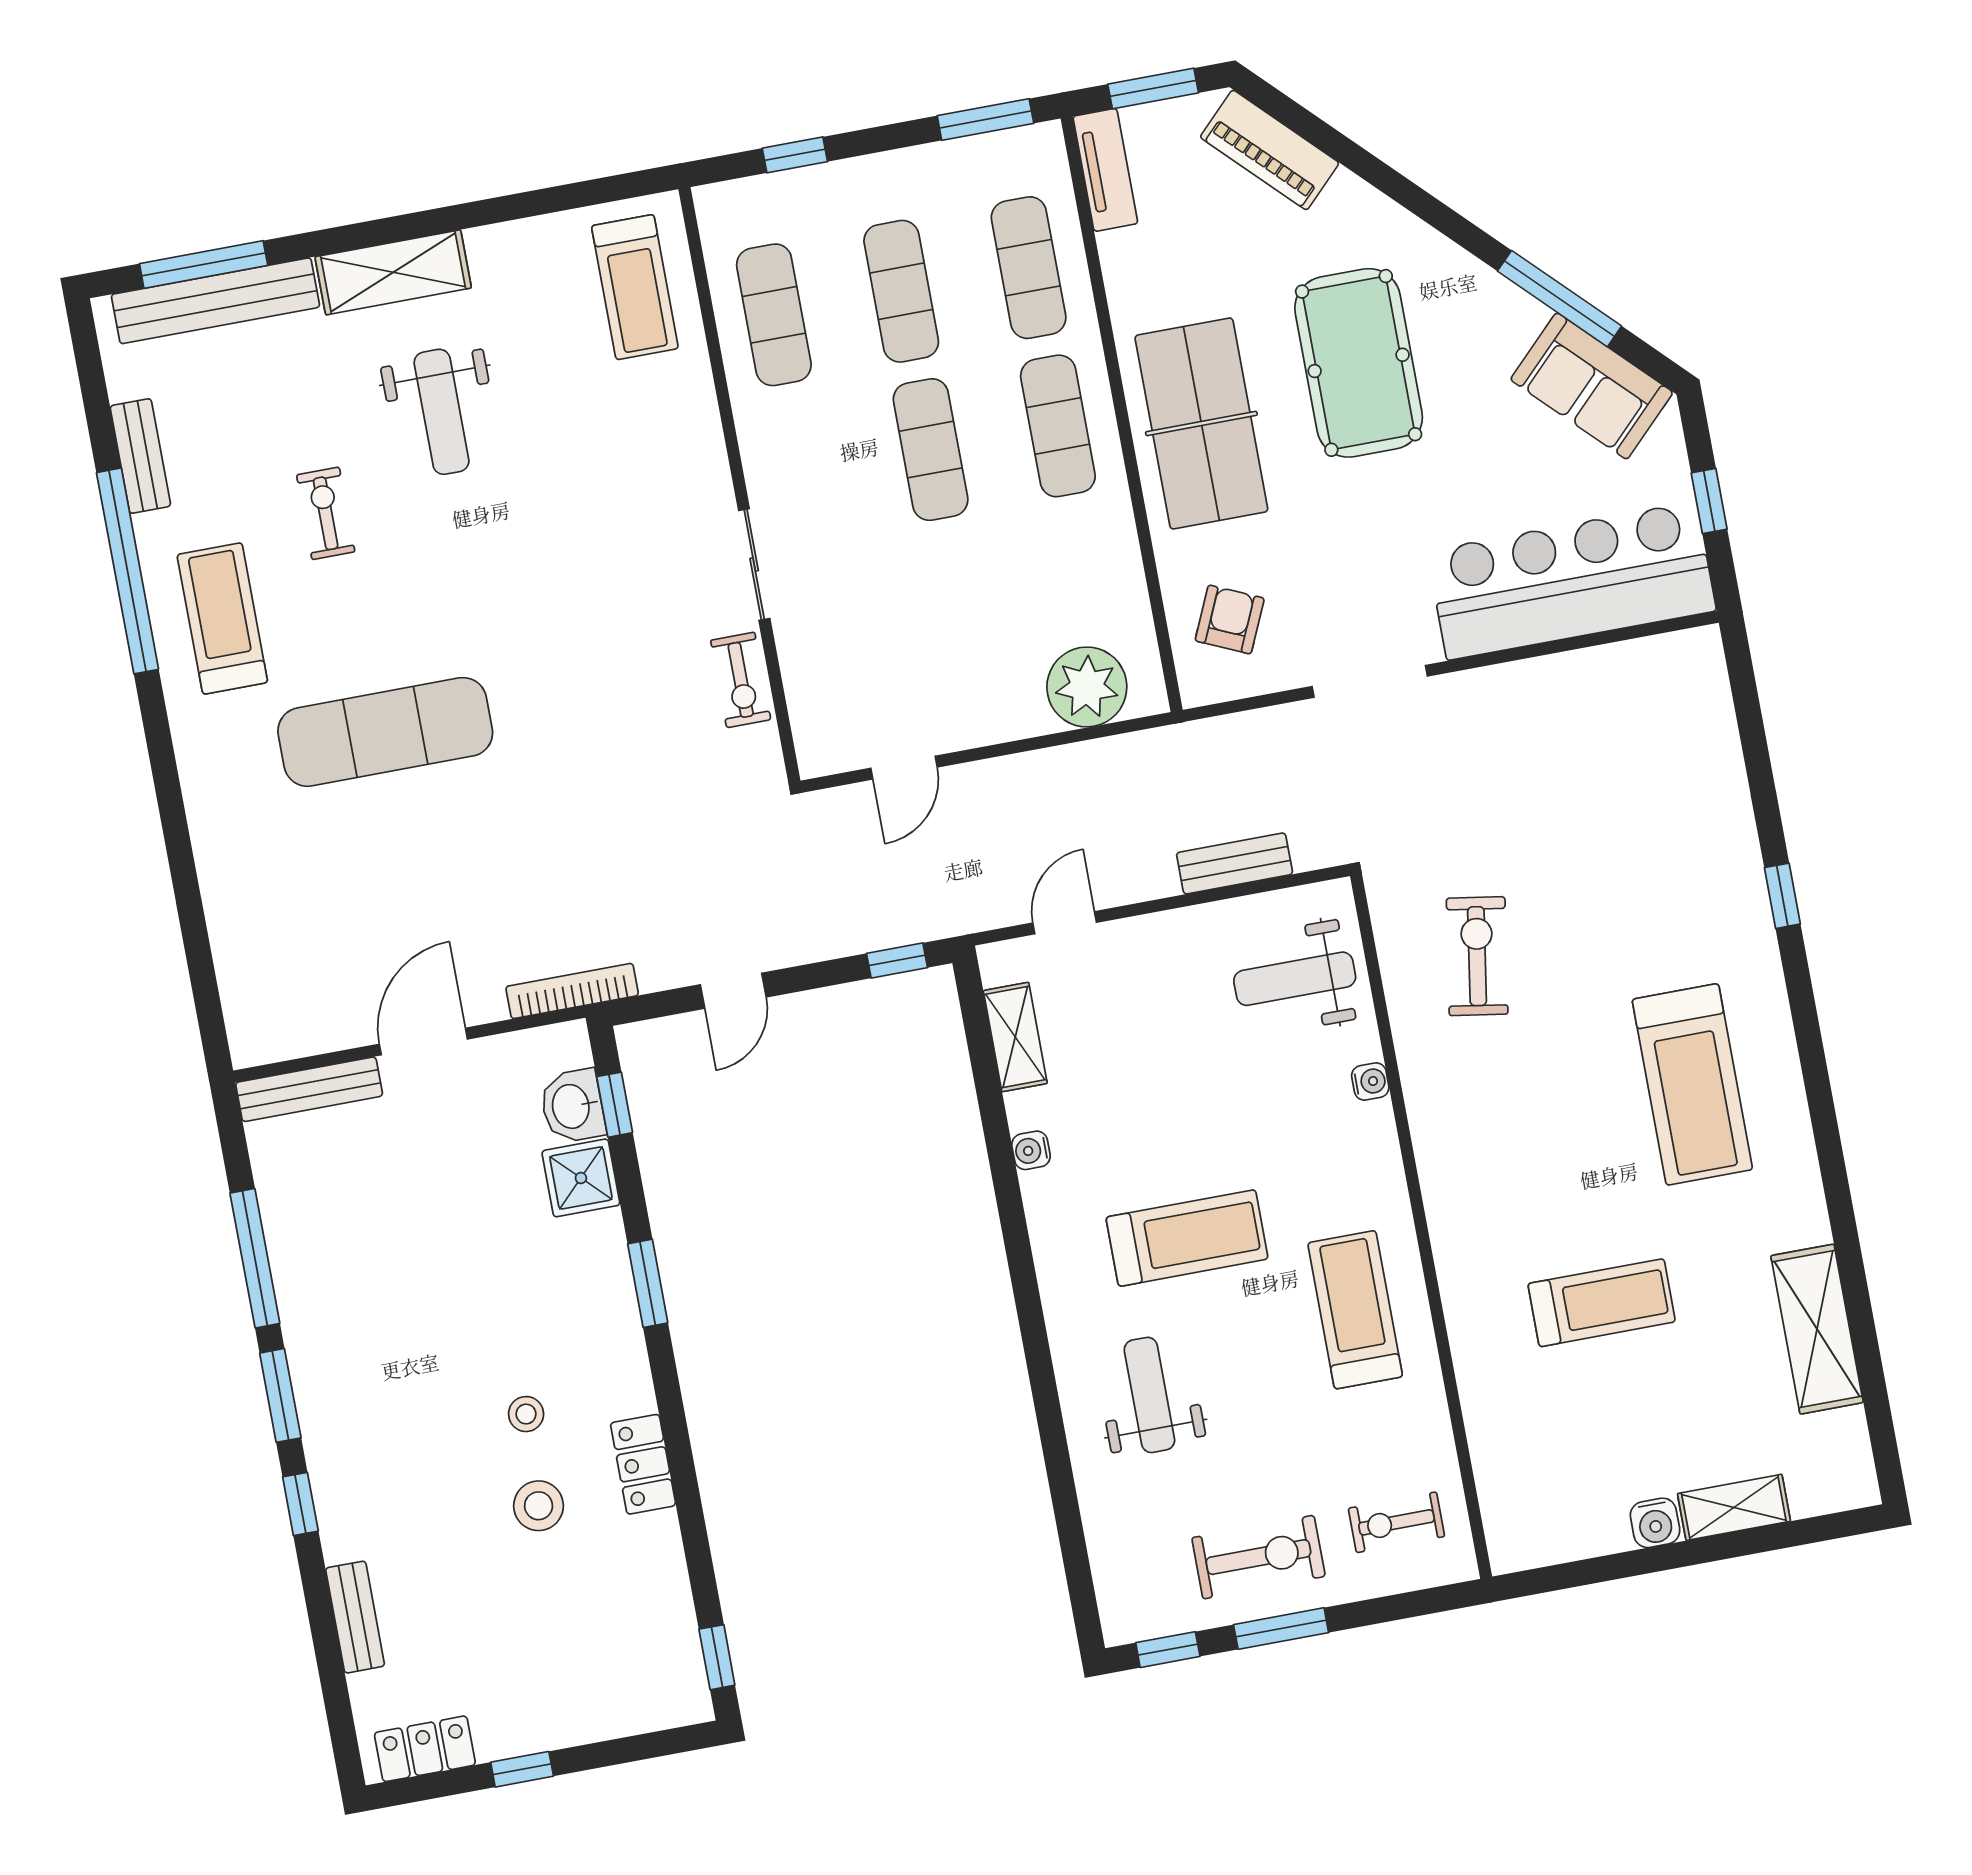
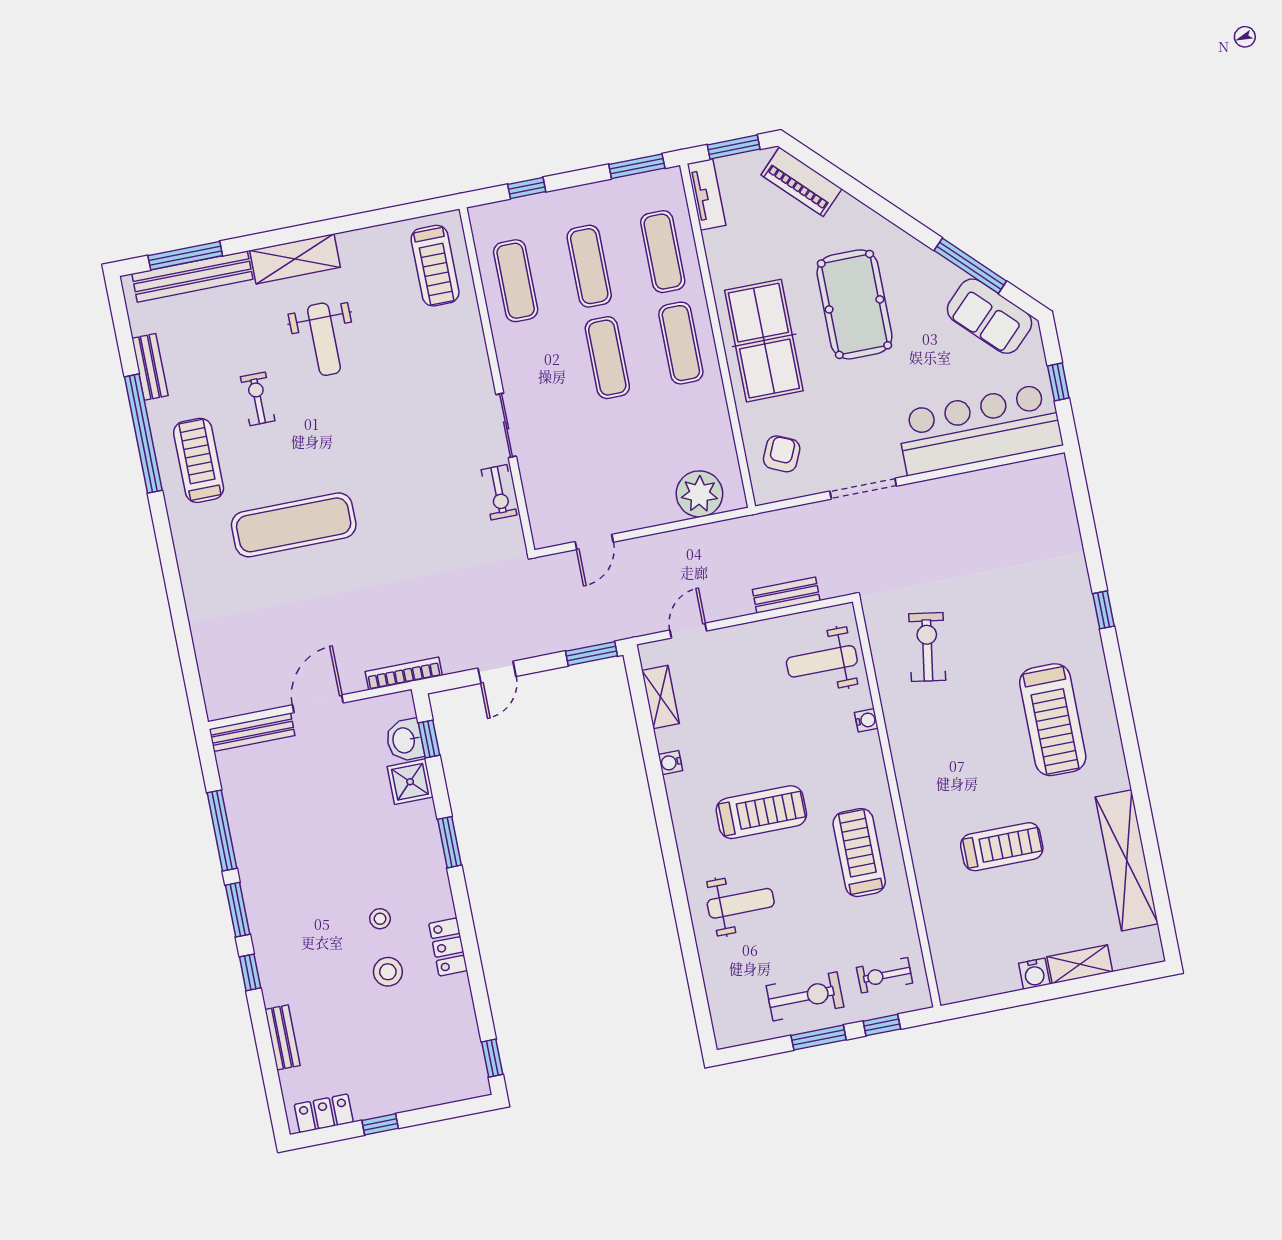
window: (897, 960) -> (591, 654), width x1.50
shelving: (1817, 1329) -> (1127, 860), width x1.47
weight bench: (1149, 1395) -> (741, 903), turned 90
window: (1168, 1650) -> (882, 1025), moved

